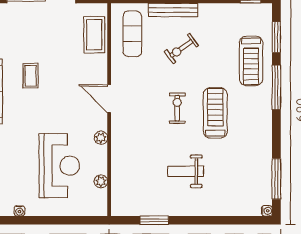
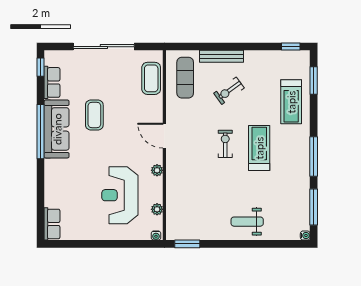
coffee table: (31, 76) -> (94, 115), width x1.36, depth x1.30
window: (276, 87) -> (314, 156), moved
reception desk: (59, 166) -> (120, 195), turned 180
weight bench: (186, 171) -> (247, 222), moved
water cooler: (19, 211) -> (156, 236), moved
window: (154, 220) -> (187, 244), moved

